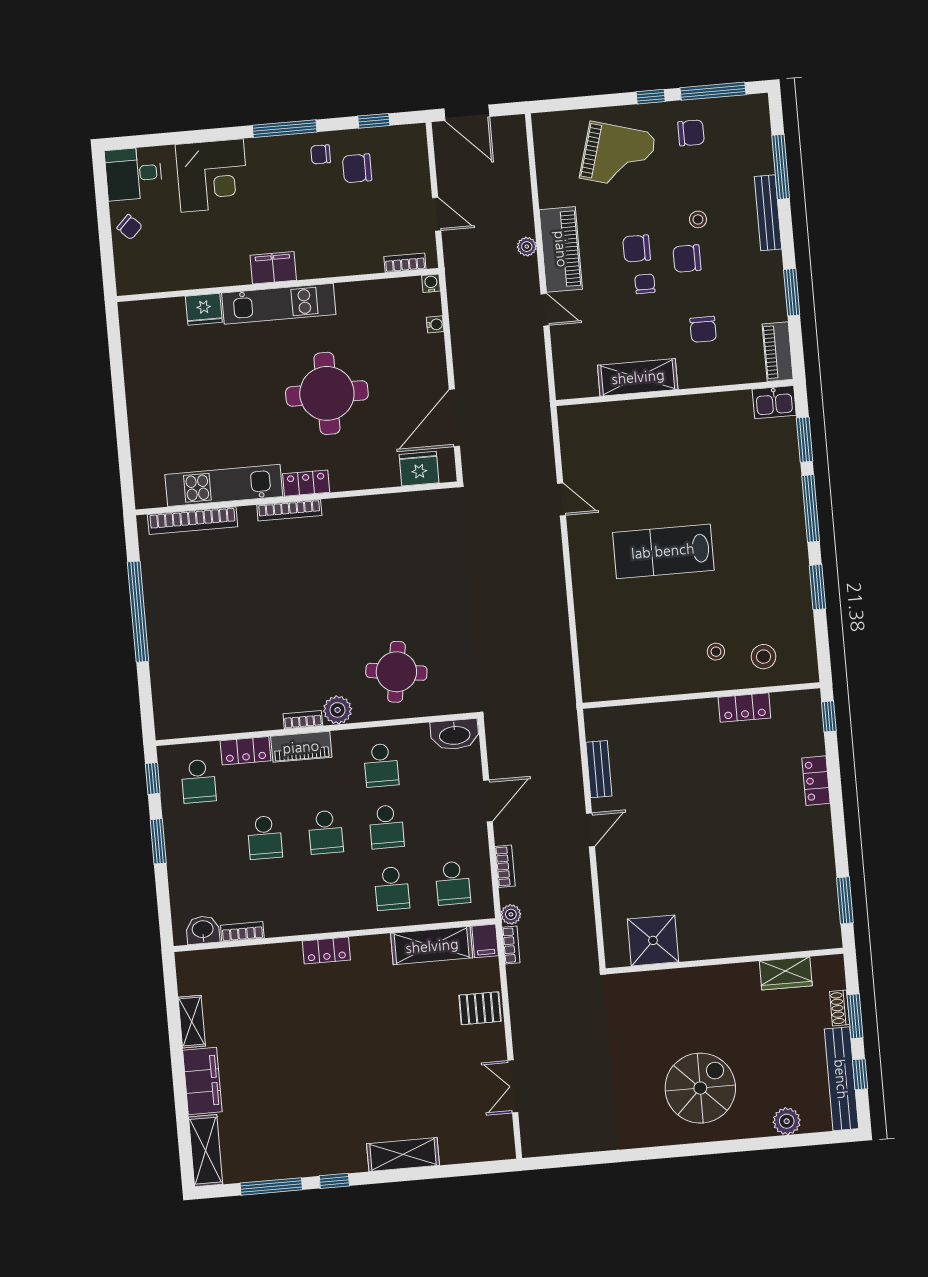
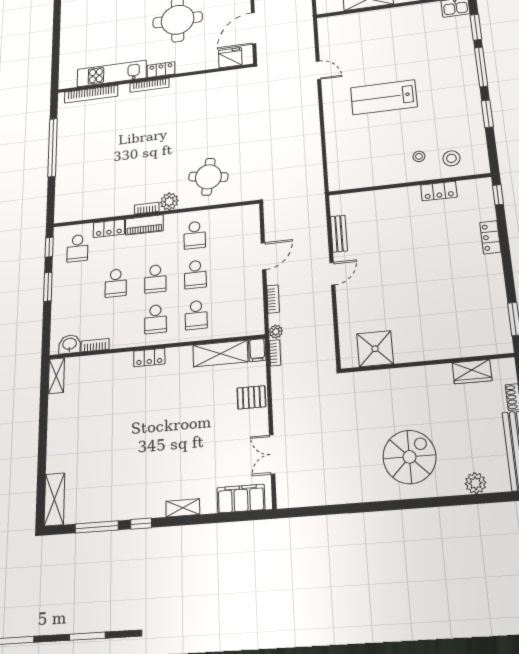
washbasin: (455, 735) -> (244, 214), removed
school desk: (453, 883) -> (156, 319), moved
shelving: (192, 1022) -> (56, 376), moved
filing cabinet: (202, 1081) -> (241, 499), moved, turned -90
shelving: (403, 1154) -> (183, 508), width x0.67, depth x0.75

